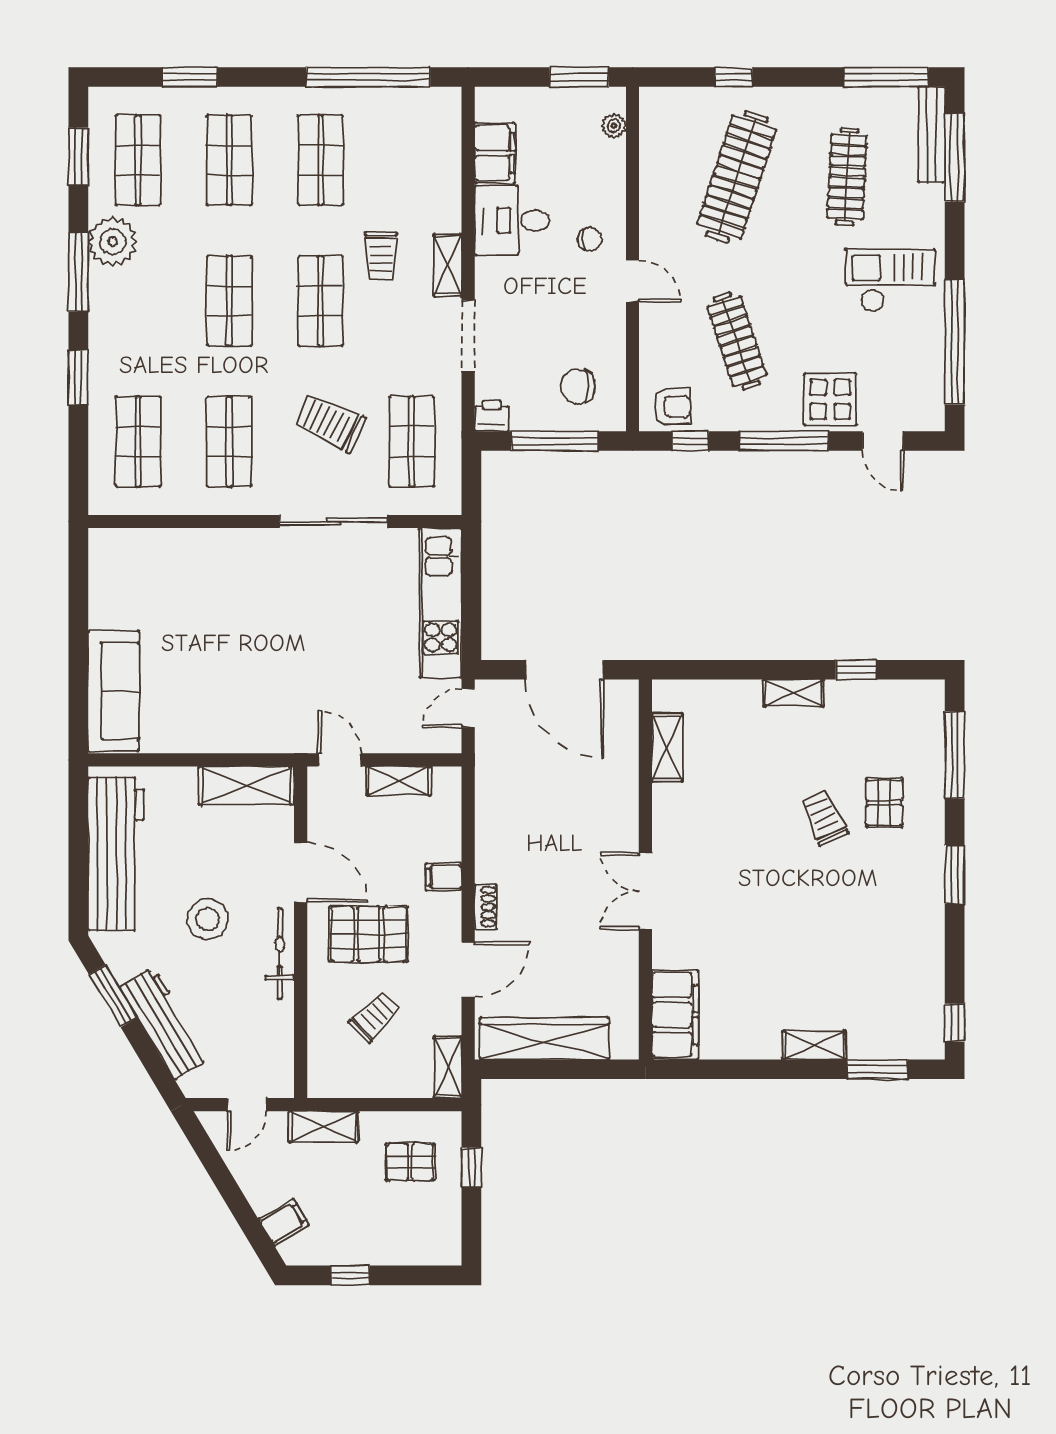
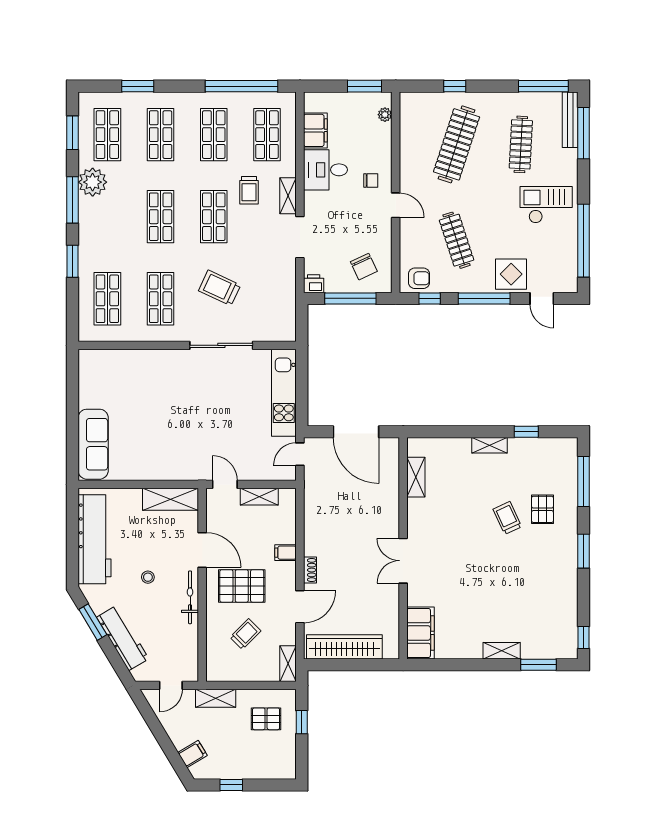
chair: (578, 386) -> (364, 267), turned -115
shop shelf: (412, 442) -> (267, 135), moved
stool: (208, 919) -> (148, 577), width x0.53, depth x0.53

